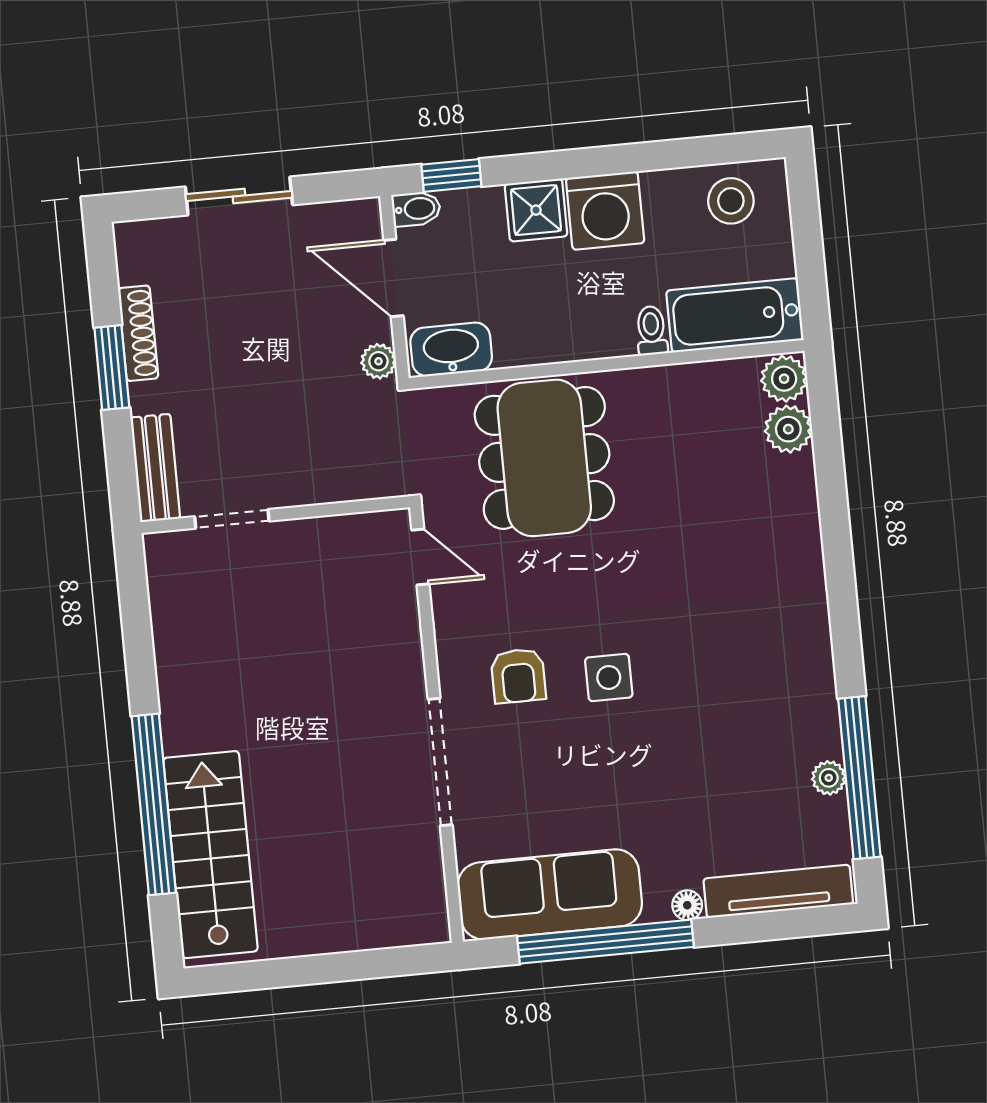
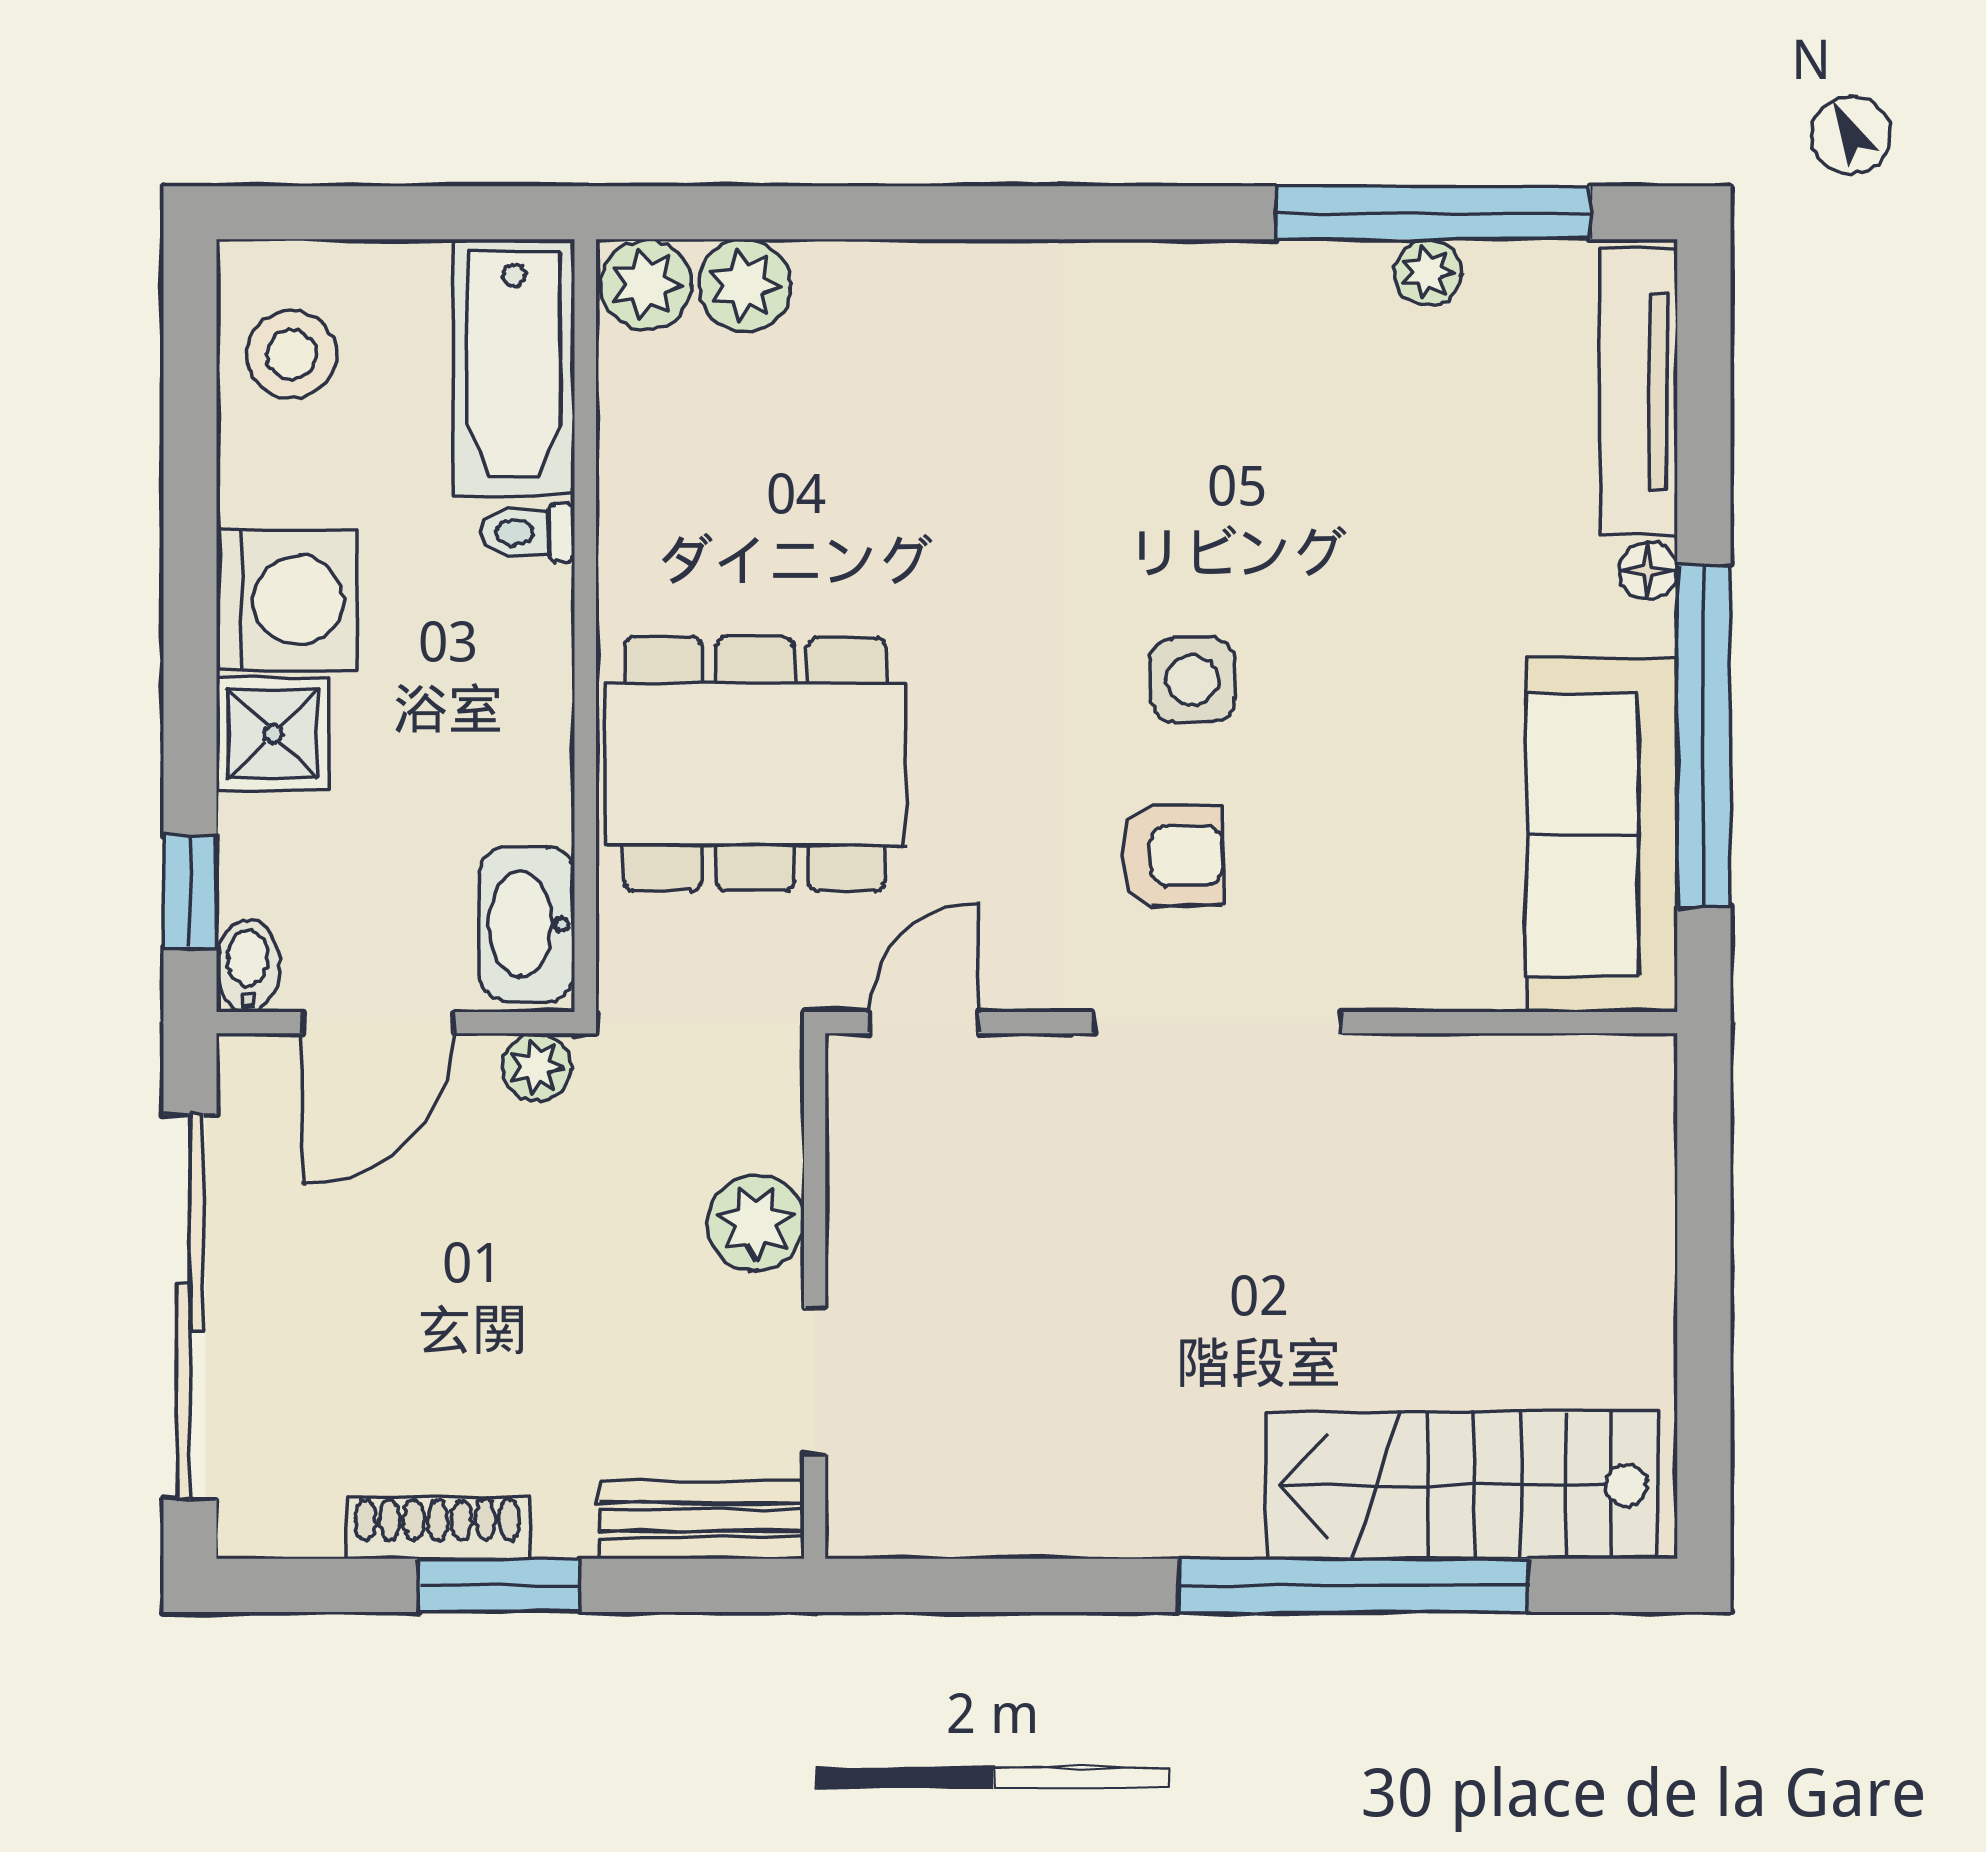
sliding door: (239, 196) -> (190, 1307), width x1.86
plant: (310, 481) -> (756, 1223), added
doorway: (440, 762) -> (1217, 1023), moved

